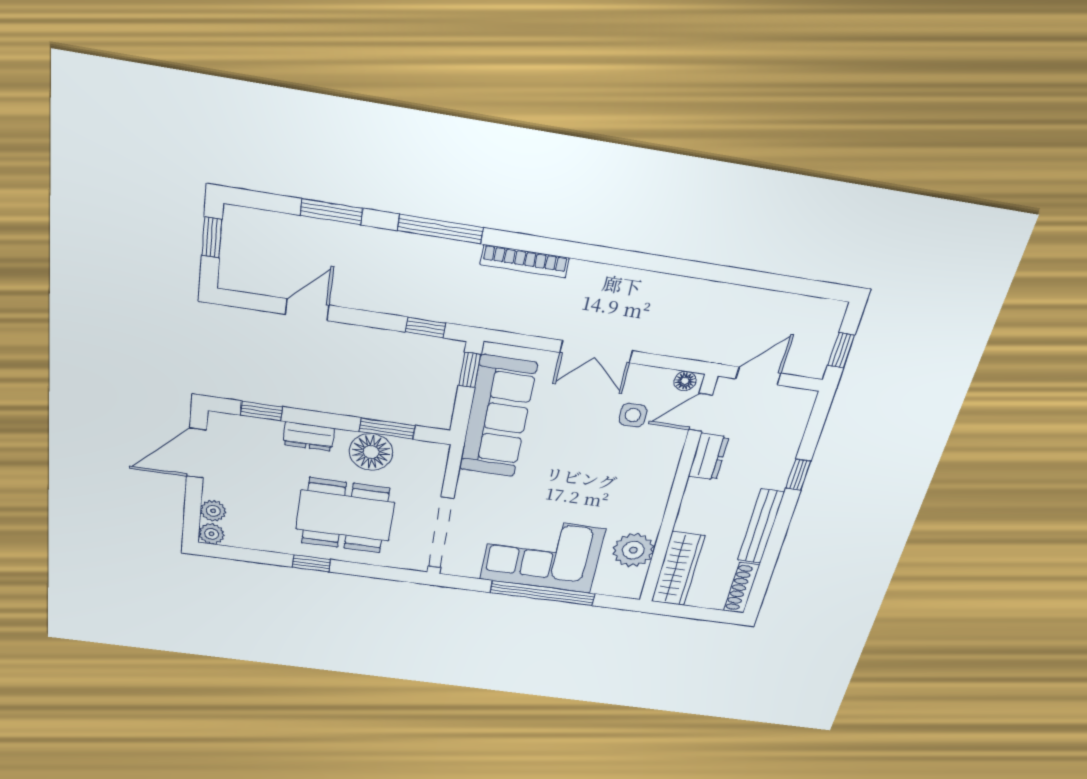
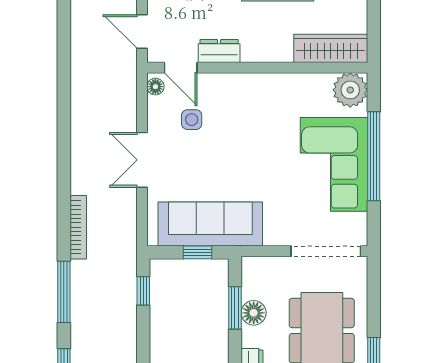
double door: (596, 352) -> (142, 160), swing flipped
window: (470, 370) -> (198, 252), moved
floor lamp: (371, 452) -> (254, 313), width x0.73, depth x0.73
plant: (633, 550) -> (350, 90), moved

